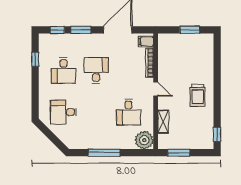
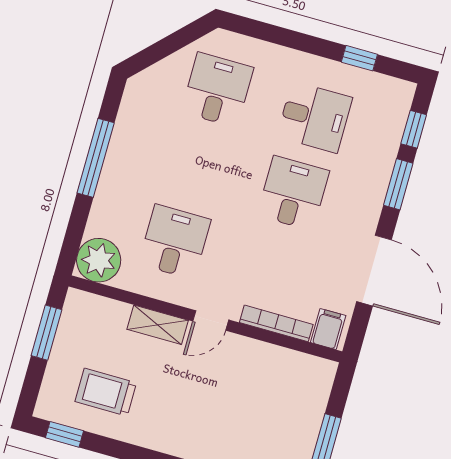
desk: (64, 71) -> (315, 117), turned 180
desk: (96, 71) -> (293, 193), turned -90
trolley: (197, 95) -> (106, 392), moved
desk: (128, 112) -> (175, 242), turned 90
shelving: (163, 122) -> (158, 325), moved

